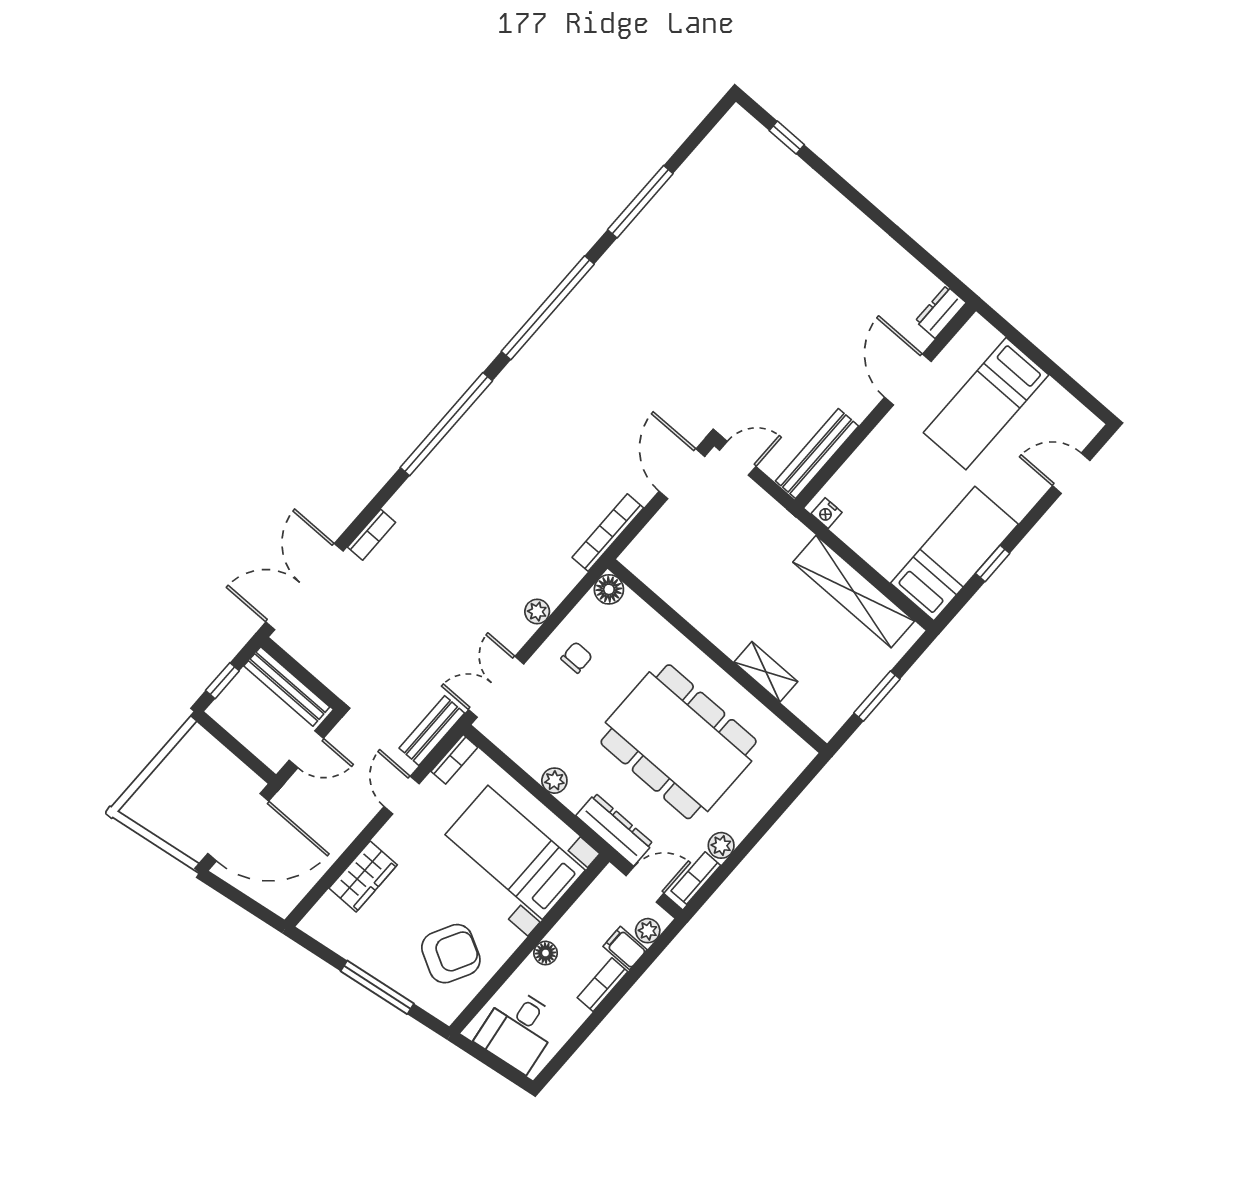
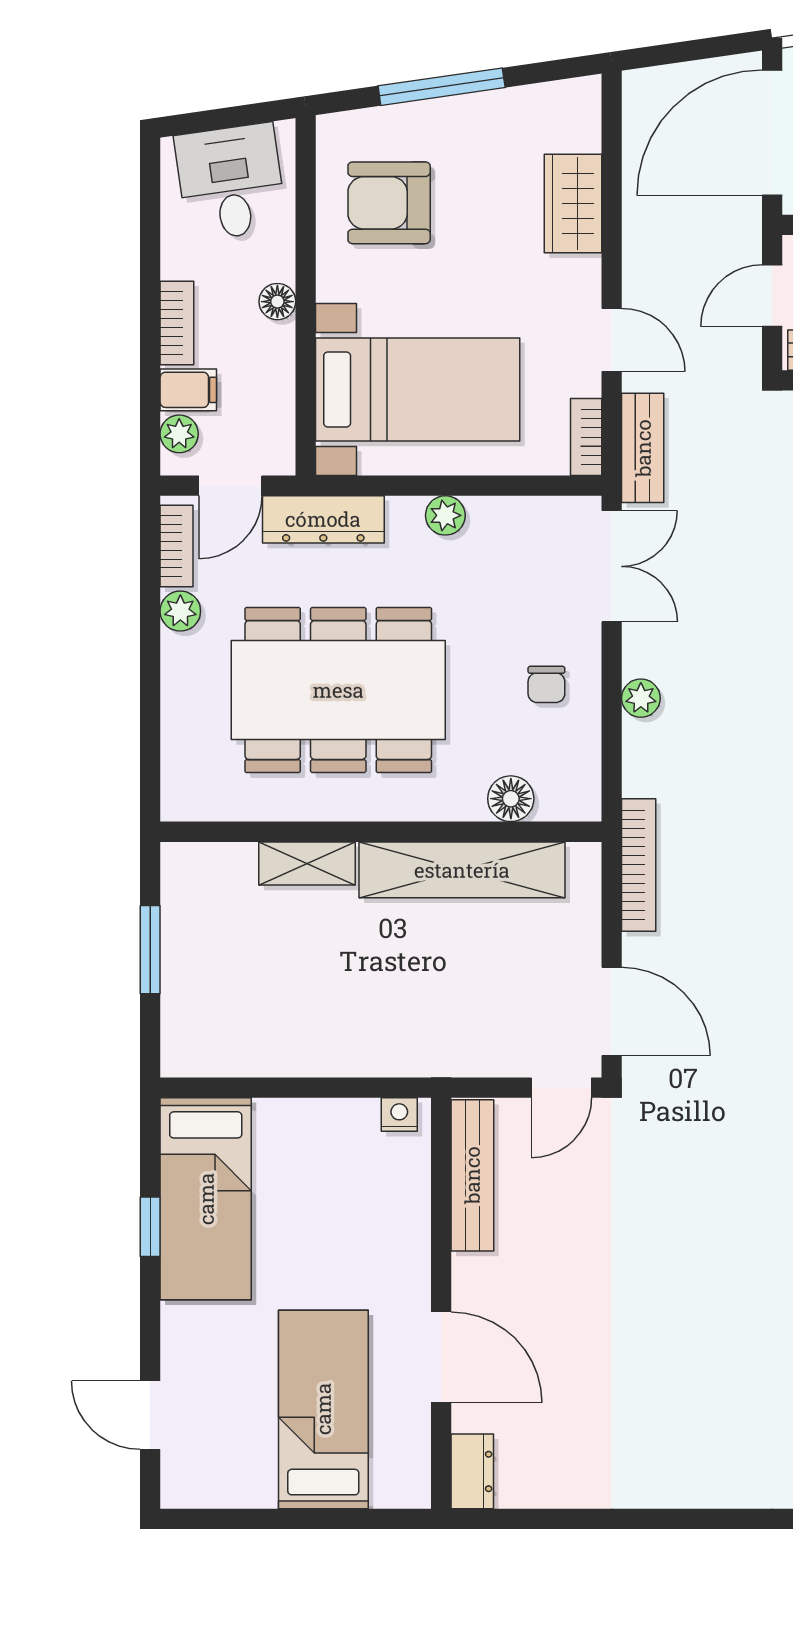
door: (1071, 473) -> (150, 1415), swing flipped
floor lamp: (609, 589) -> (511, 799), moved
shelving: (854, 592) -> (462, 870), moved
armchair: (451, 954) -> (389, 203), turned 62

